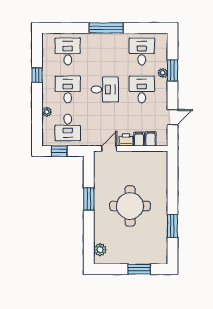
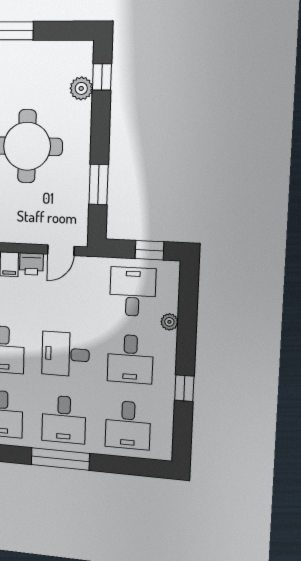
desk: (105, 51) -> (64, 419), added
window: (89, 199) -> (99, 185), moved
window: (89, 244) -> (102, 77), added
plant: (100, 250) -> (81, 88), moved

